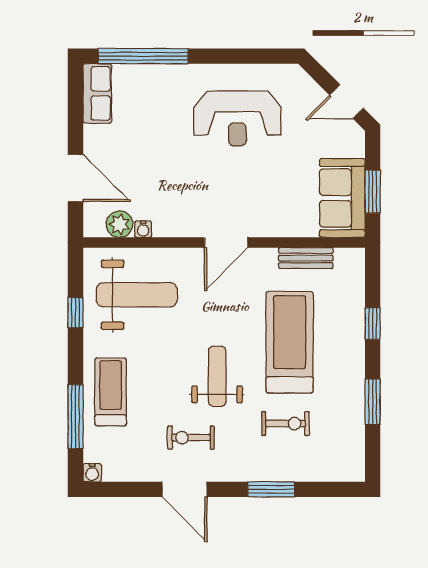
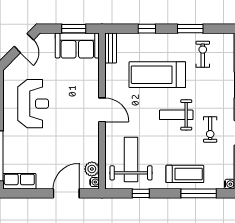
water cooler: (143, 229) -> (95, 182), moved
bench: (306, 258) -> (111, 48), moved
treadmill: (111, 392) -> (185, 174), turned 180
exercise bike: (285, 424) -> (203, 54), moved

